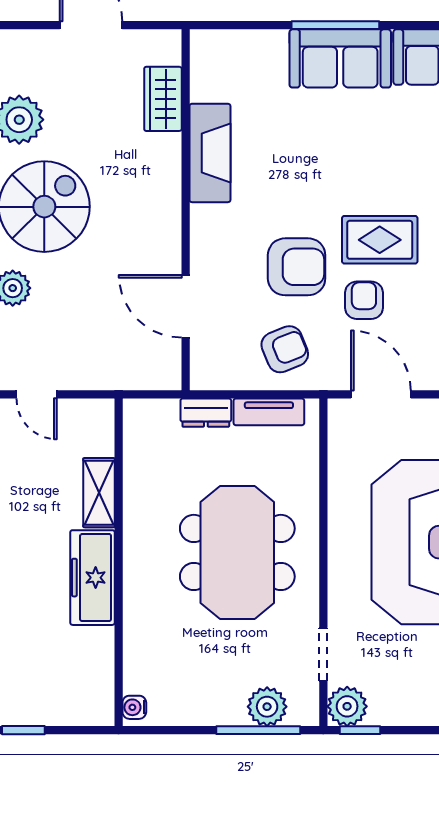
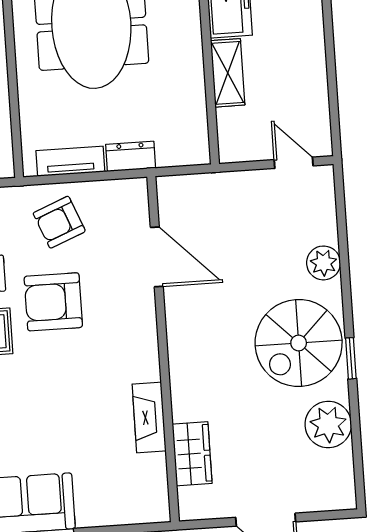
fireplace: (210, 153) -> (149, 417), width x0.73, depth x0.76

